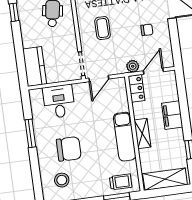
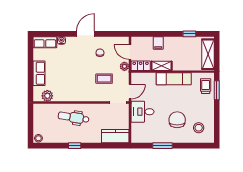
coffee table: (103, 28) -> (104, 79), moved
door: (99, 79) -> (130, 92), hinge flipped
desk: (59, 101) -> (142, 112), moved
filing cabinet: (172, 115) -> (158, 43), width x0.50
shelving: (142, 134) -> (161, 66), moved

